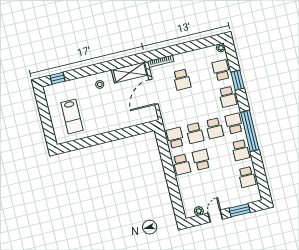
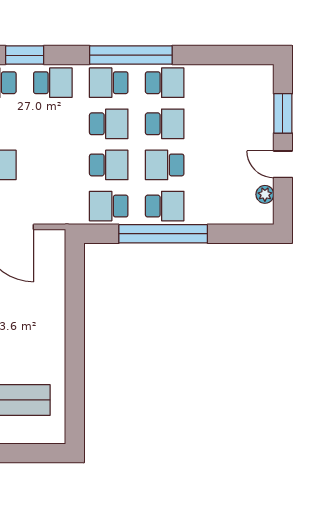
window: (168, 167) -> (163, 234), added
school desk: (247, 177) -> (165, 124), moved

